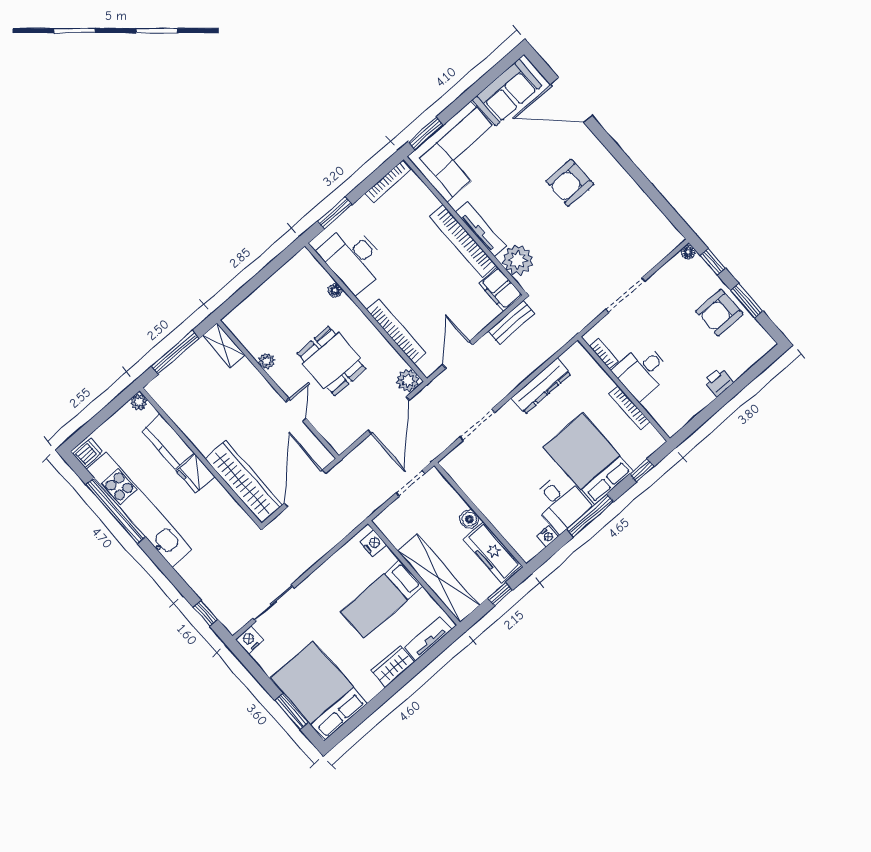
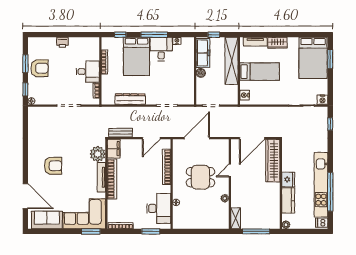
dining table: (331, 361) -> (200, 177), turned 90
plant: (408, 381) -> (178, 145), removed

